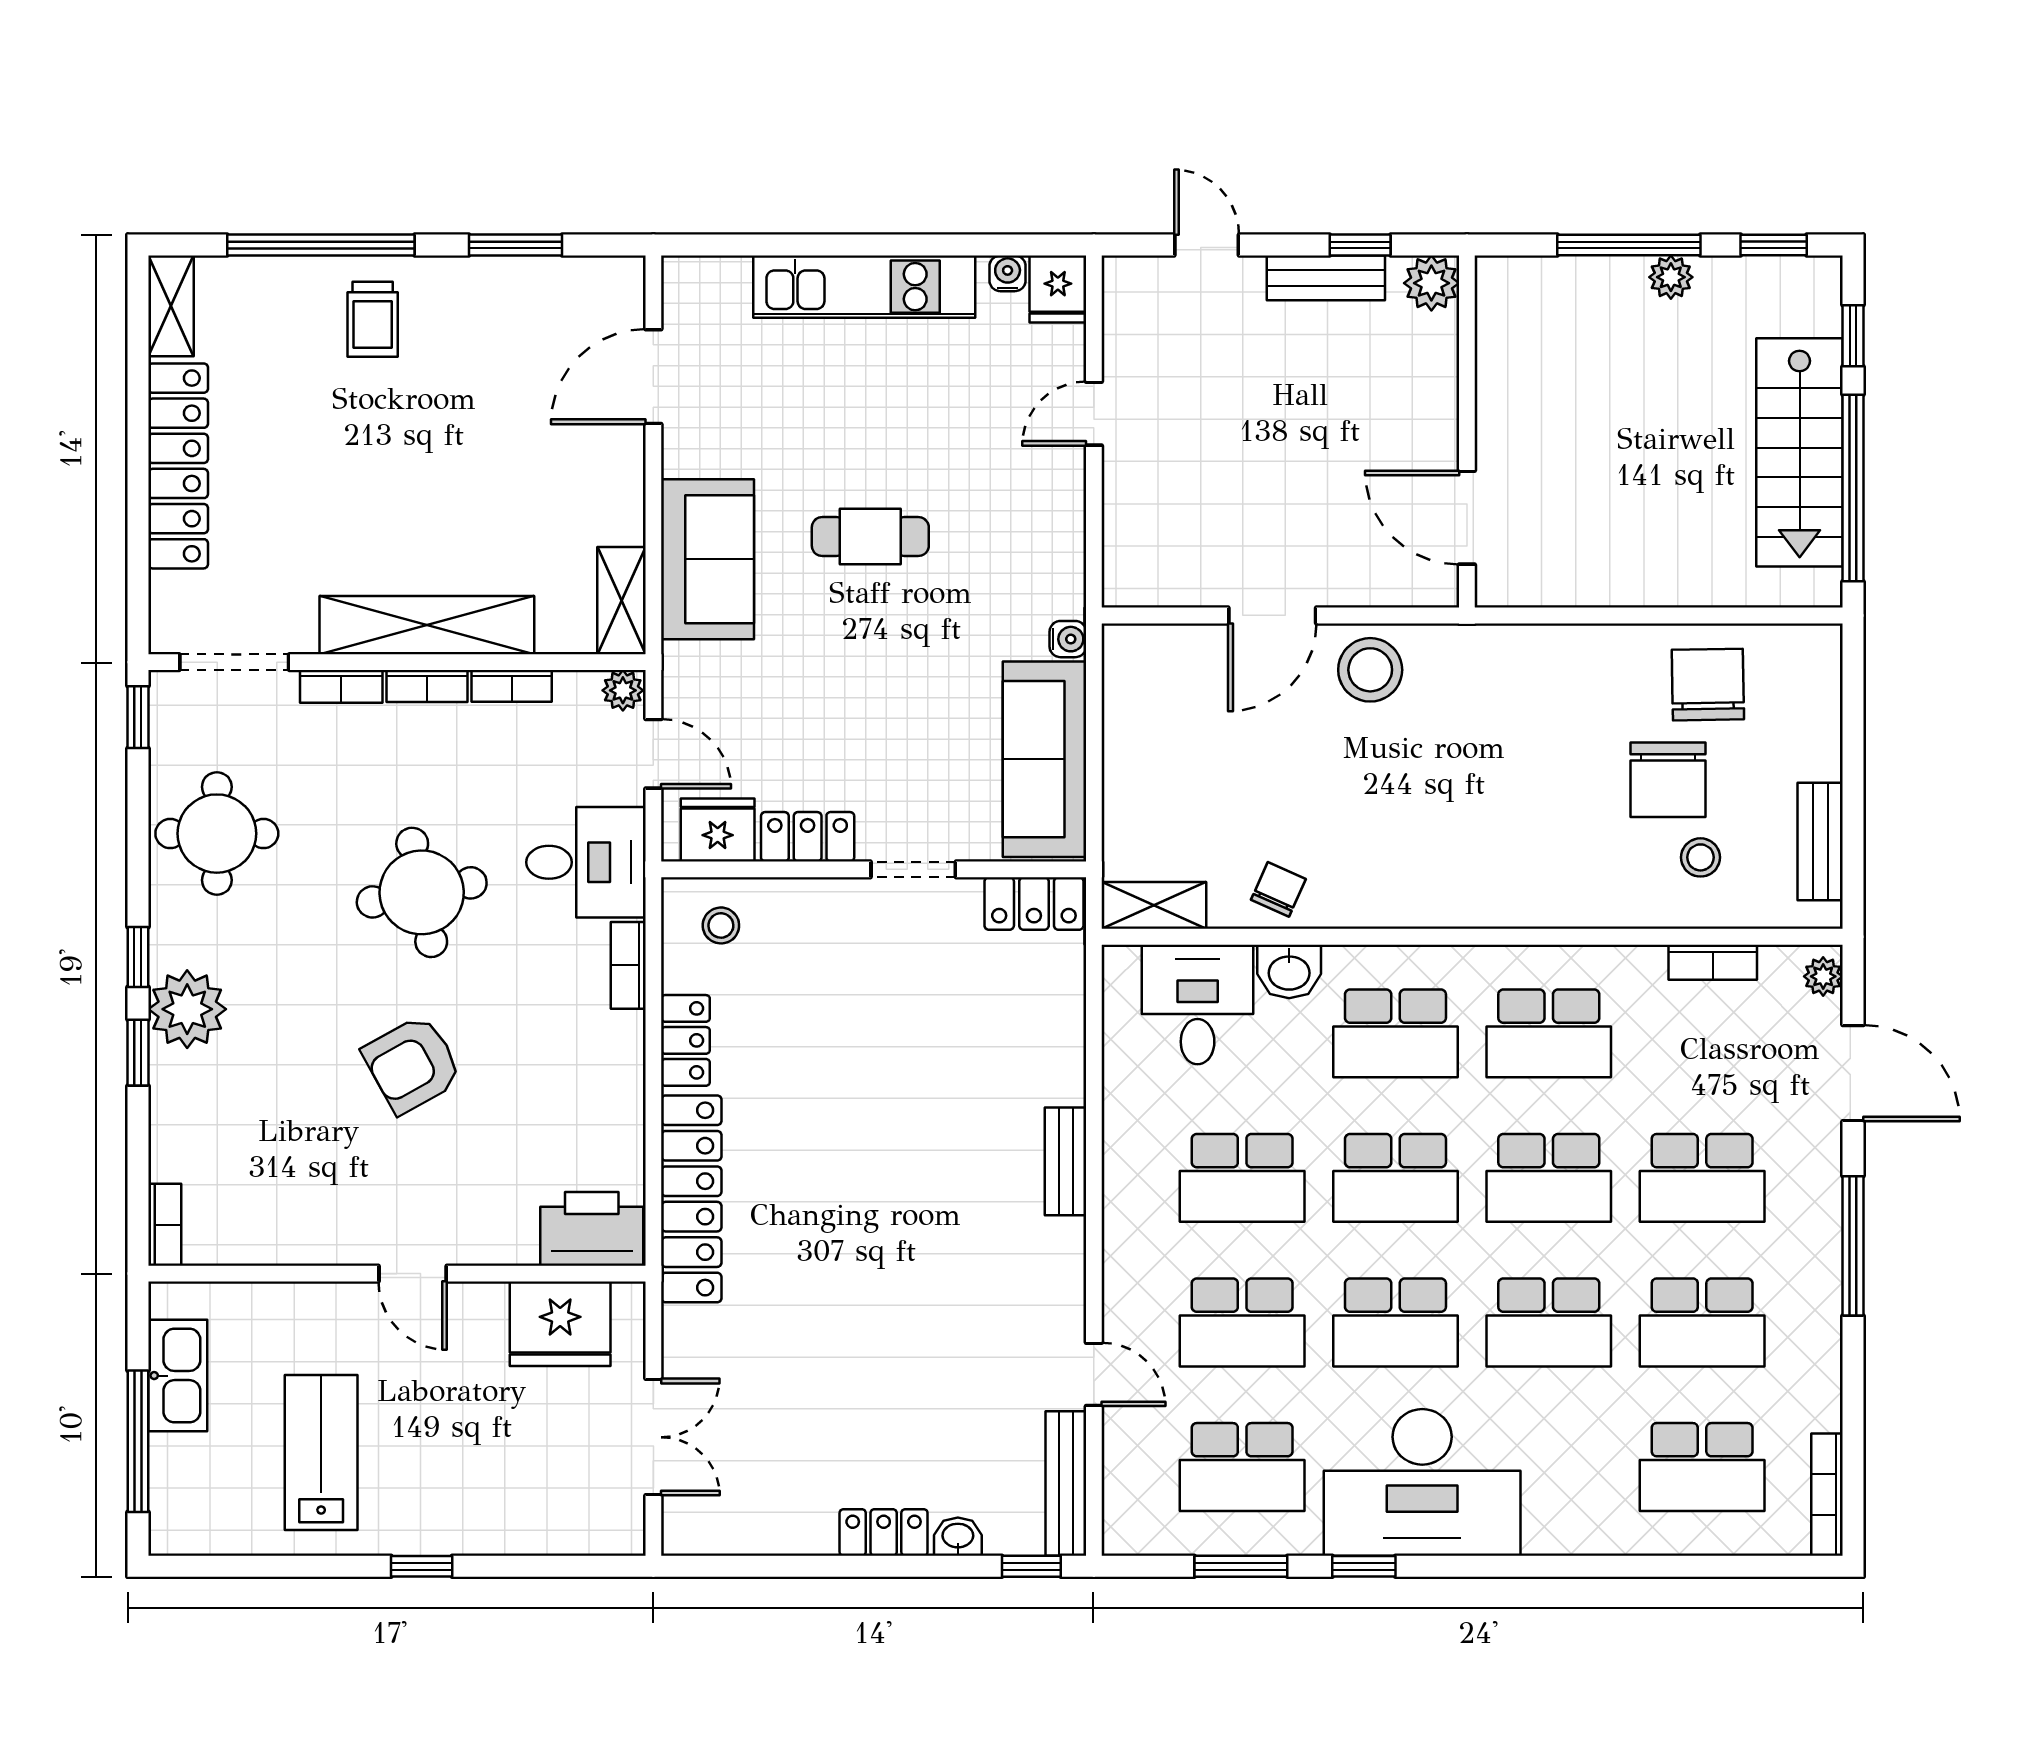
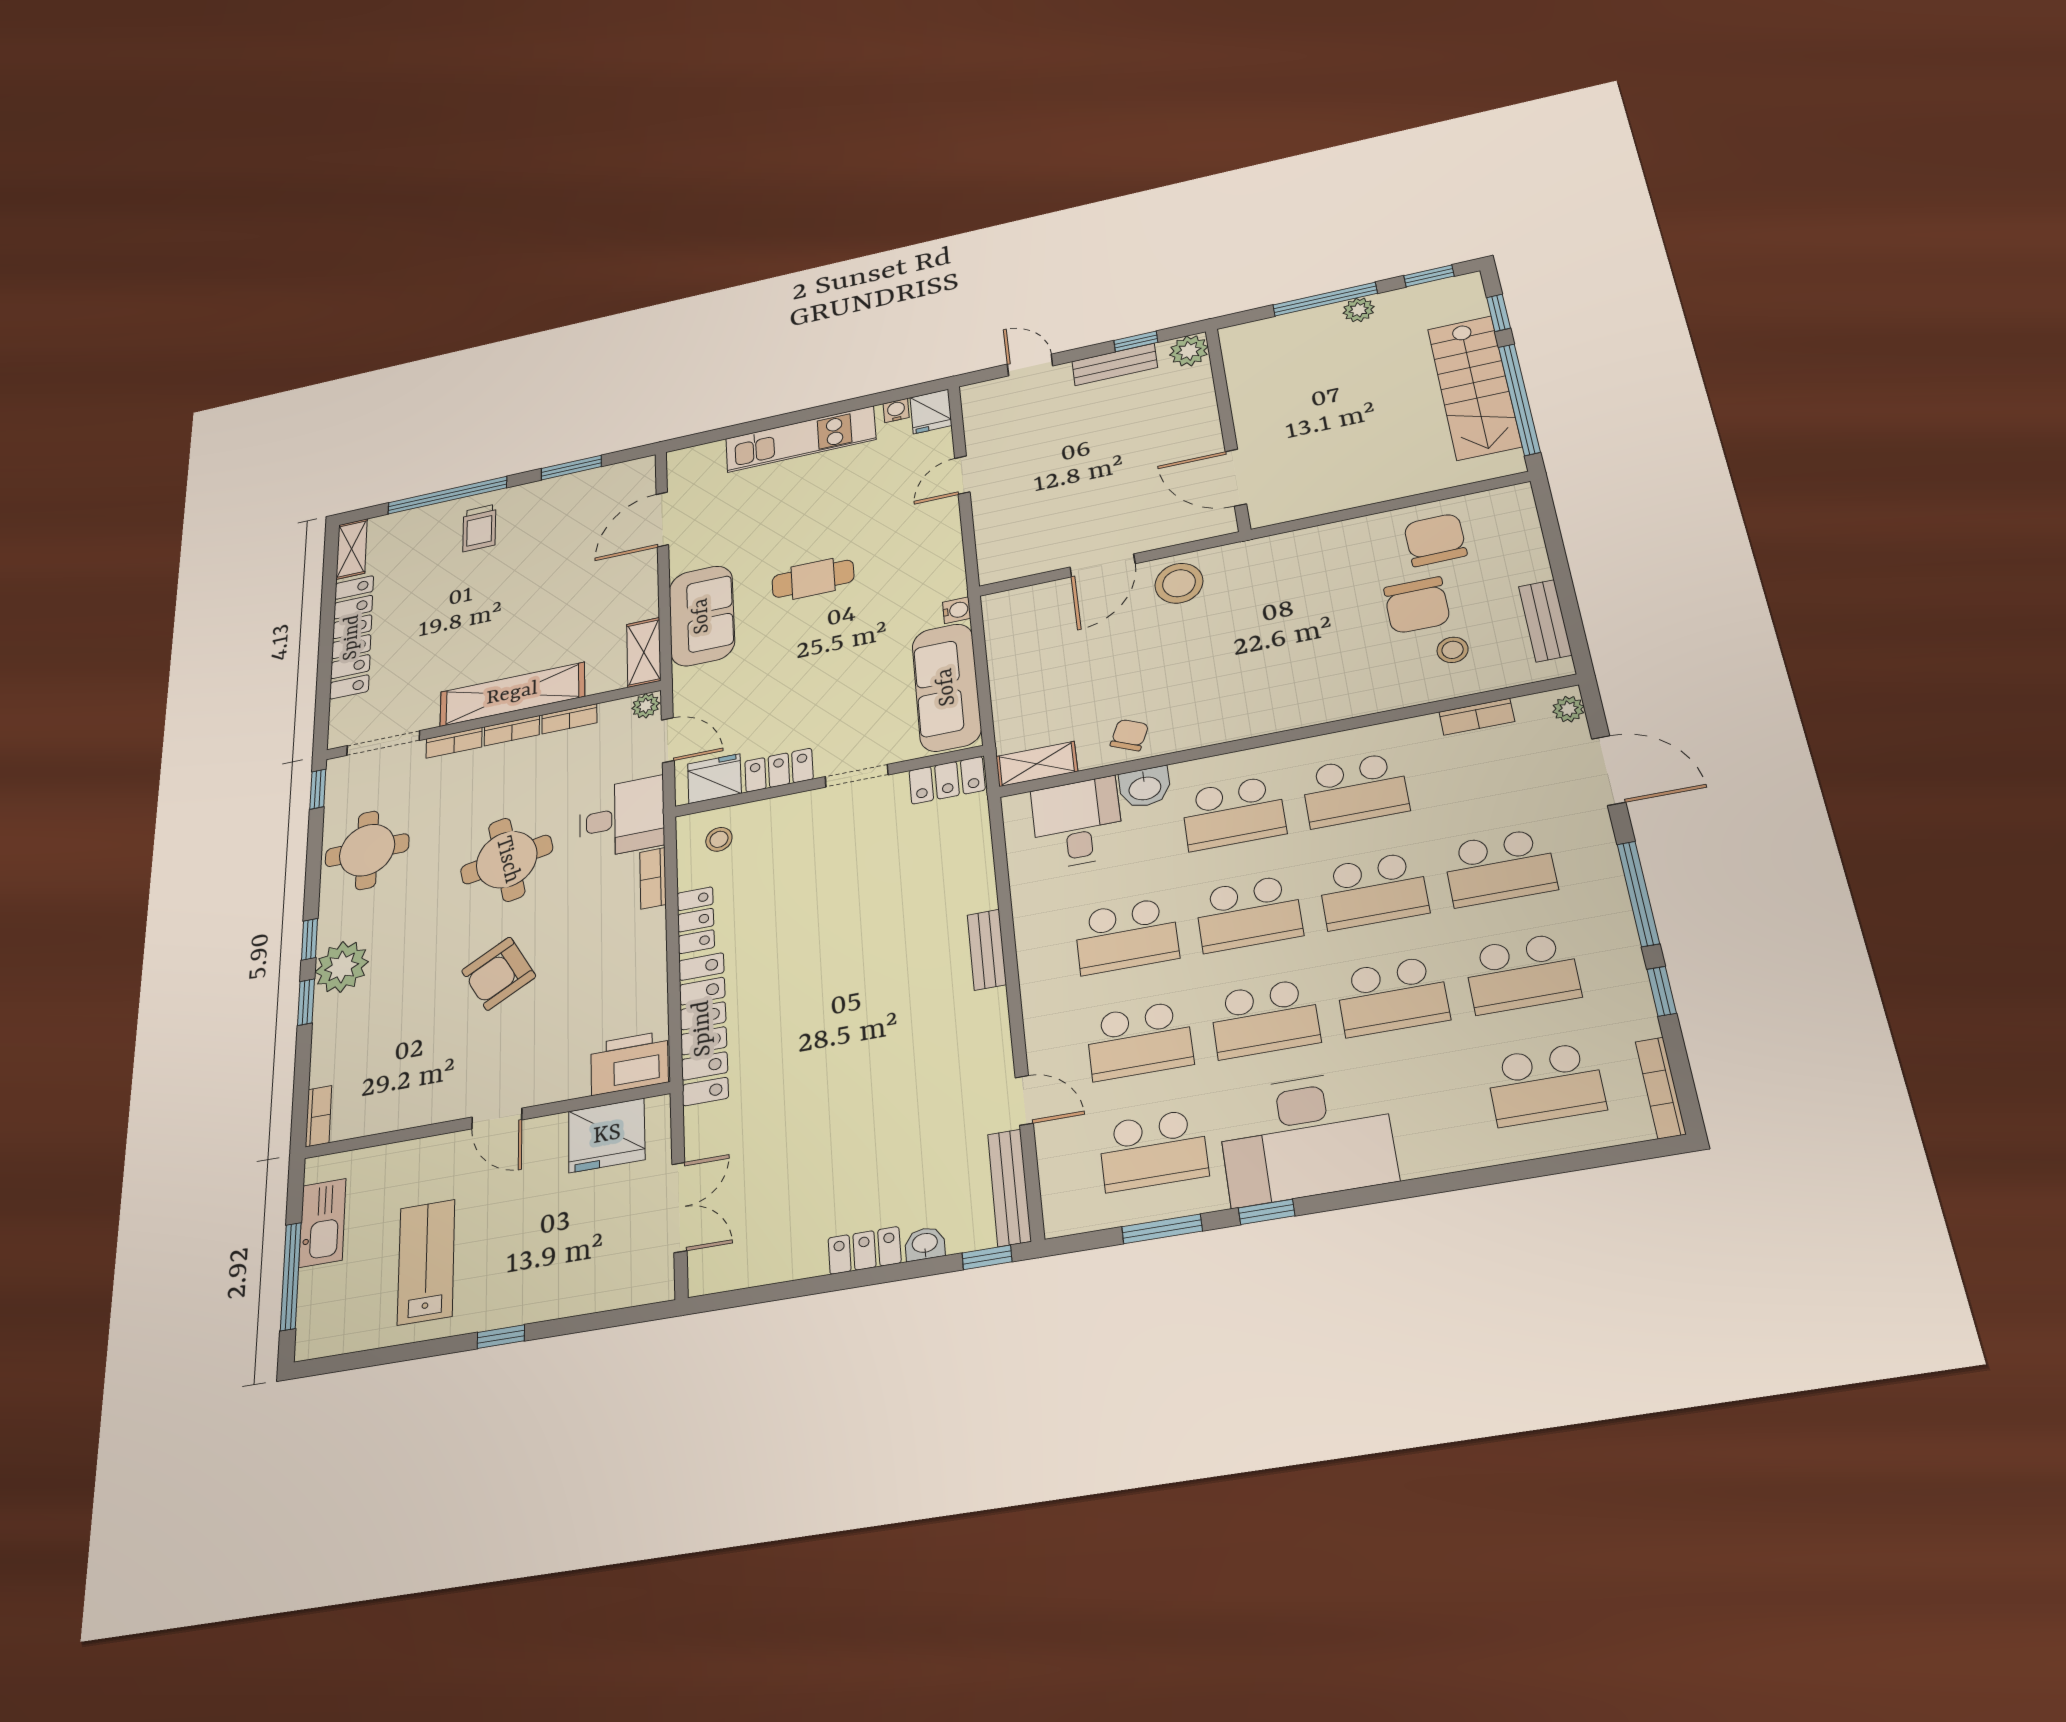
window: (1853, 1376) -> (1662, 991), added

